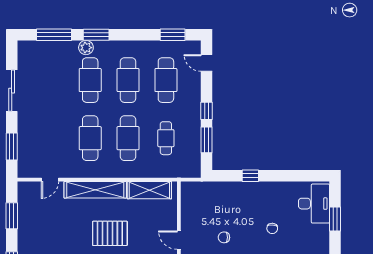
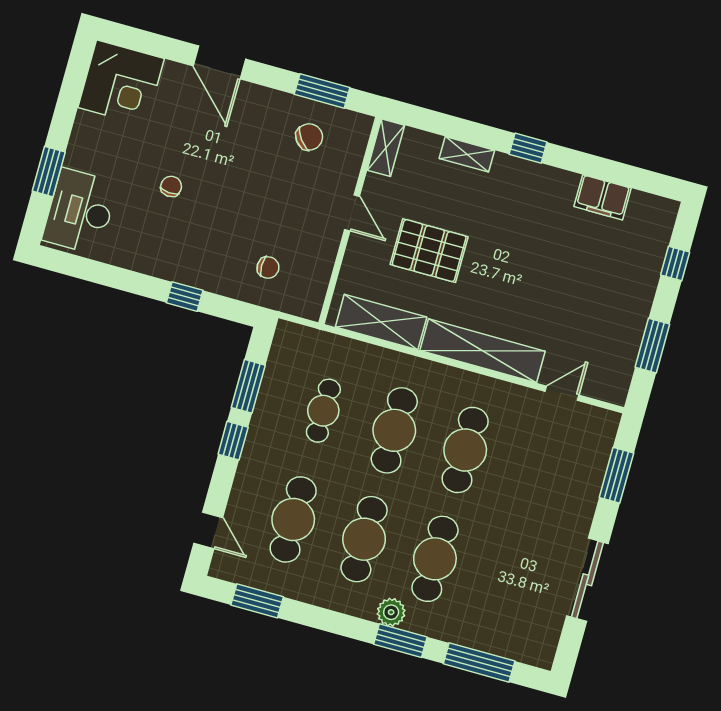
plant: (86, 48) -> (391, 612), moved
pallet: (110, 233) -> (429, 251), moved
chair: (224, 237) -> (268, 267), moved

